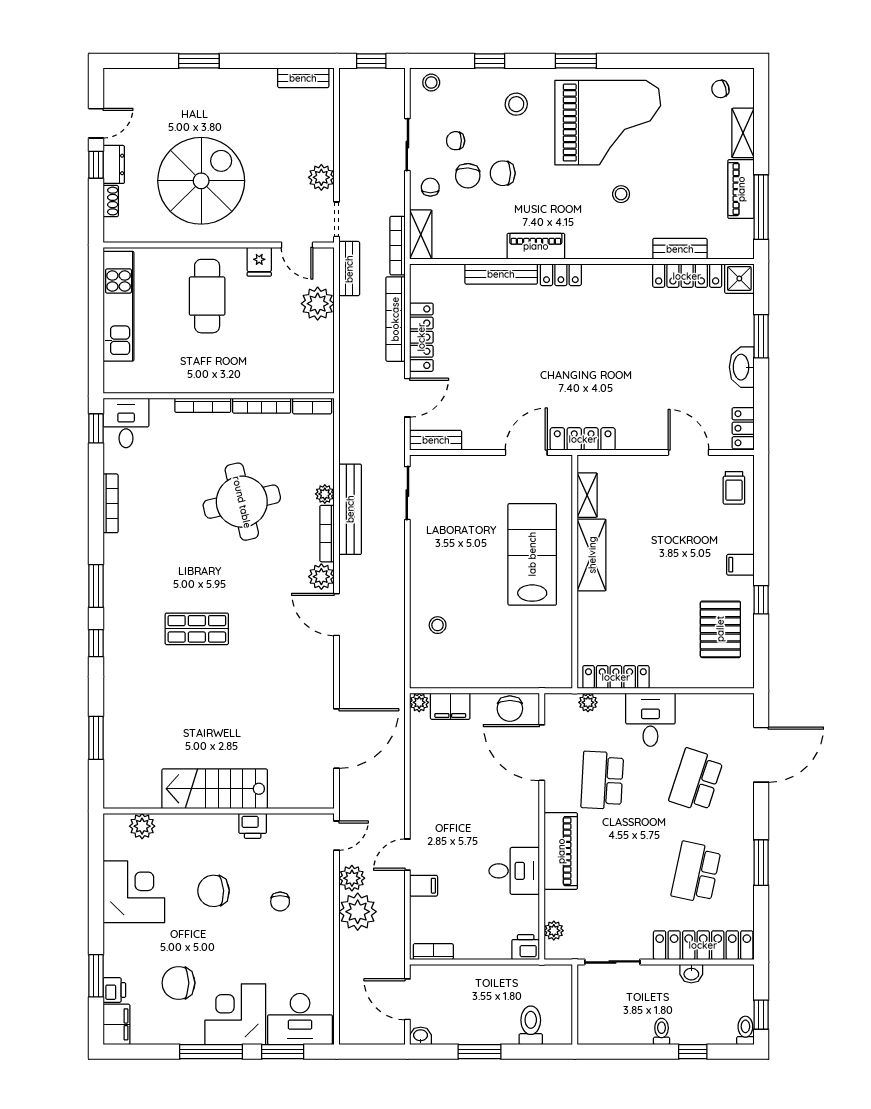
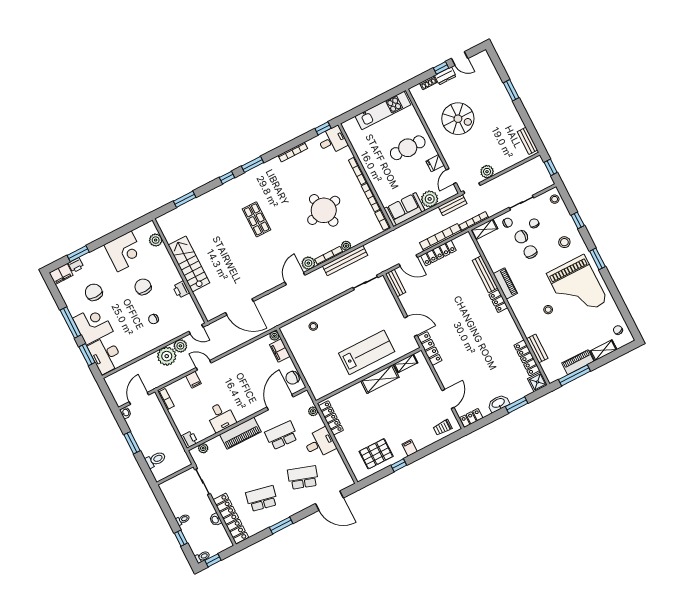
spiral stairs: (201, 181) -> (458, 119), width x0.73, depth x0.73
sofa: (314, 358) -> (404, 210), added

